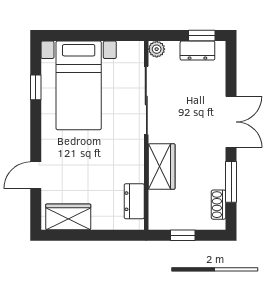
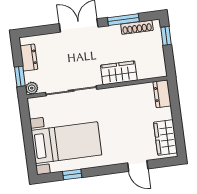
window: (202, 36) -> (20, 76), moved
dresser: (134, 201) -> (162, 94), moved, turned 90
shoe rack: (219, 205) -> (137, 27), width x1.43
window: (183, 235) -> (166, 36), moved

